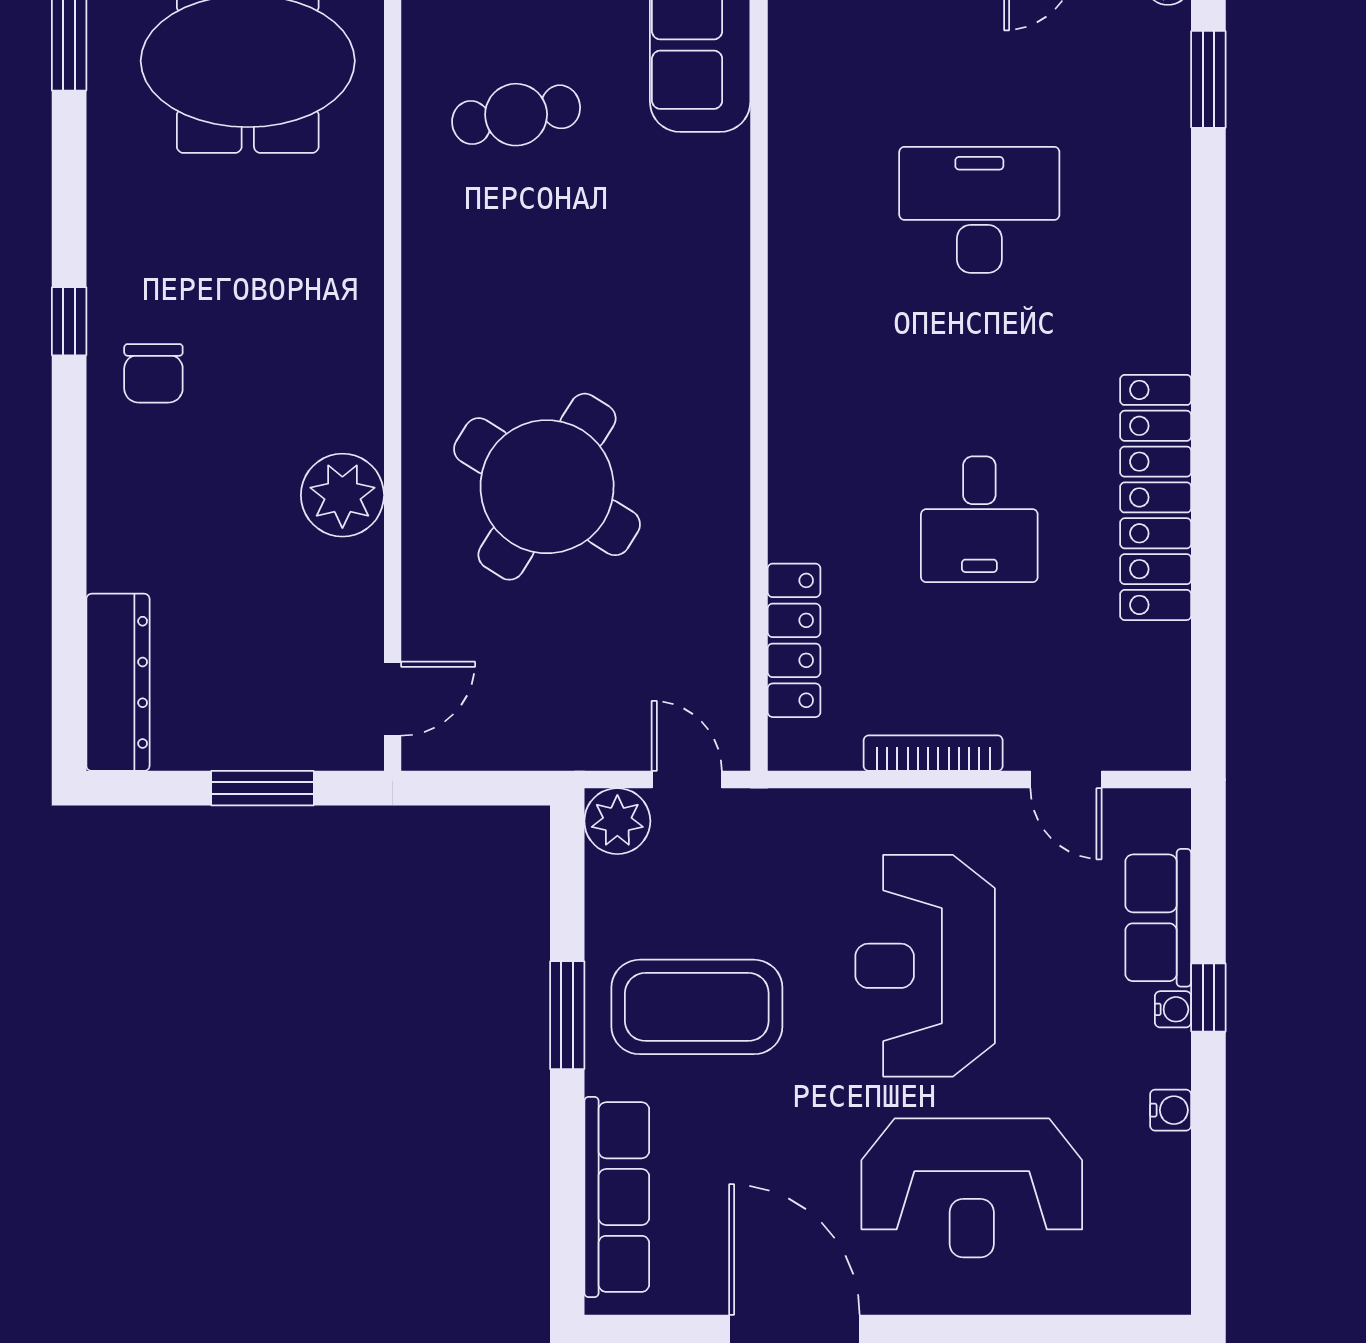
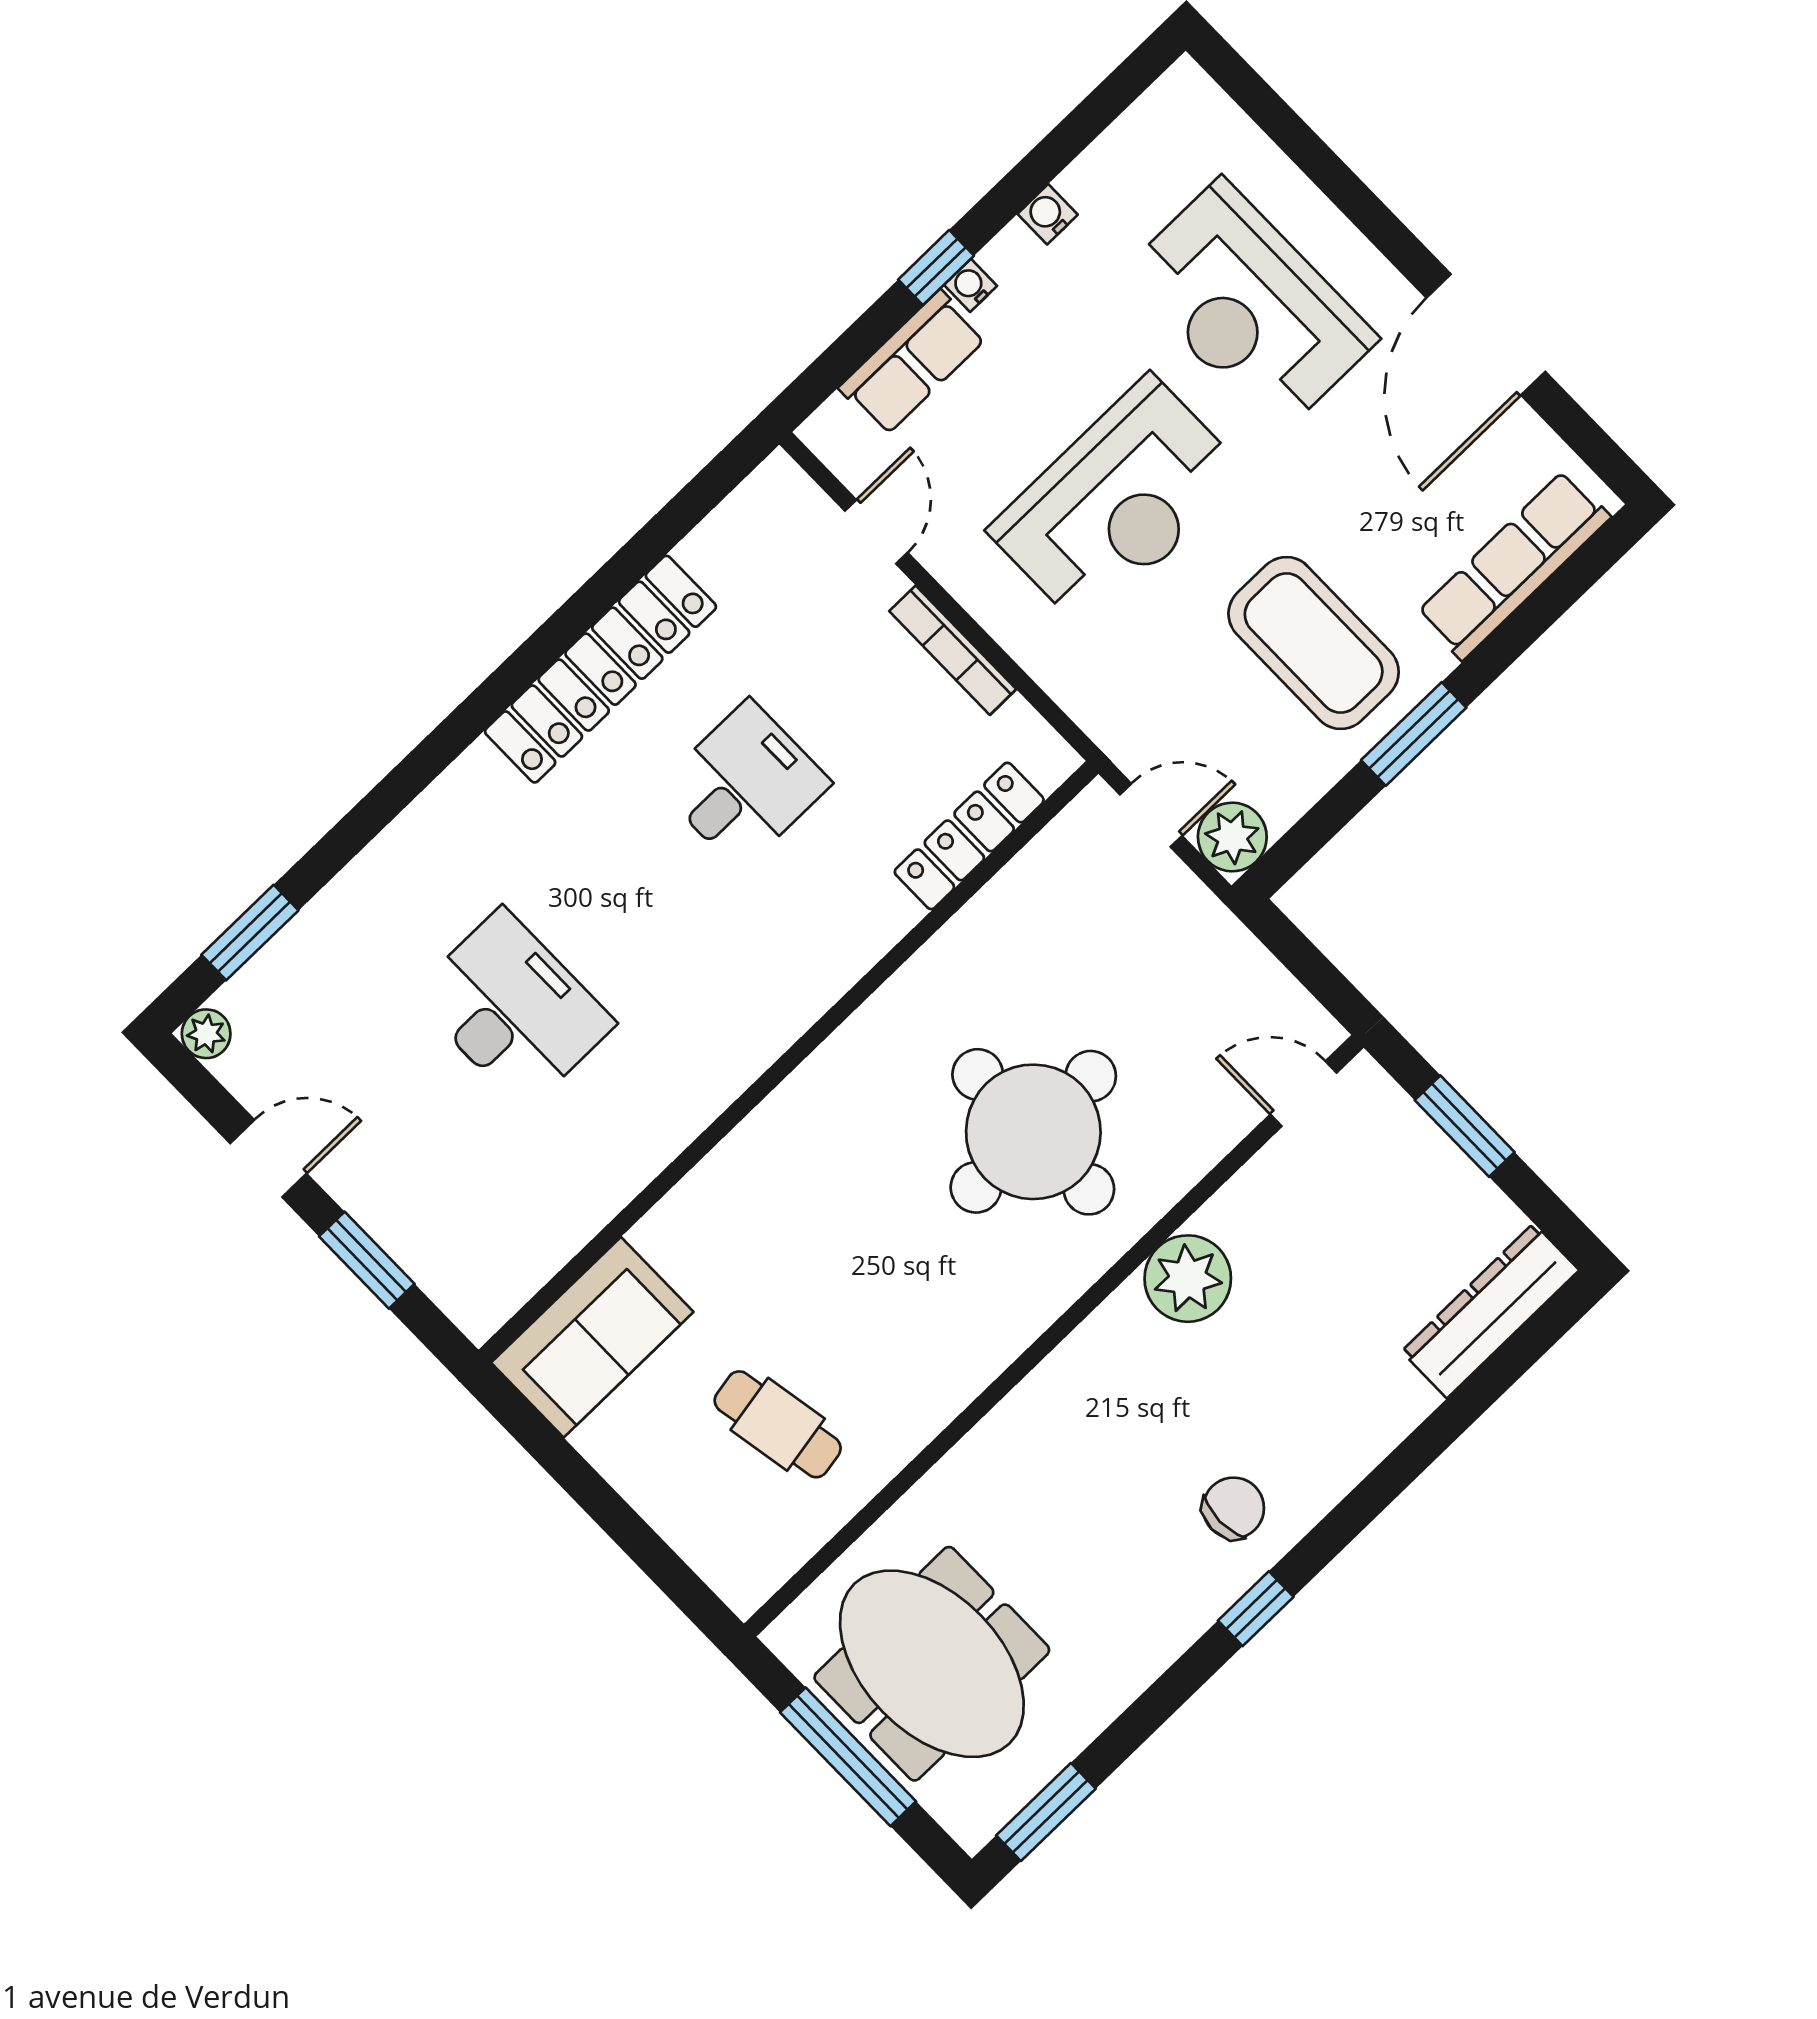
desk: (979, 210) -> (513, 1009), turned 180
round table: (547, 487) -> (1033, 1132), turned -32
door: (687, 780) -> (1151, 815), swing flipped
reception desk: (972, 1188) -> (1250, 307), turned 180

